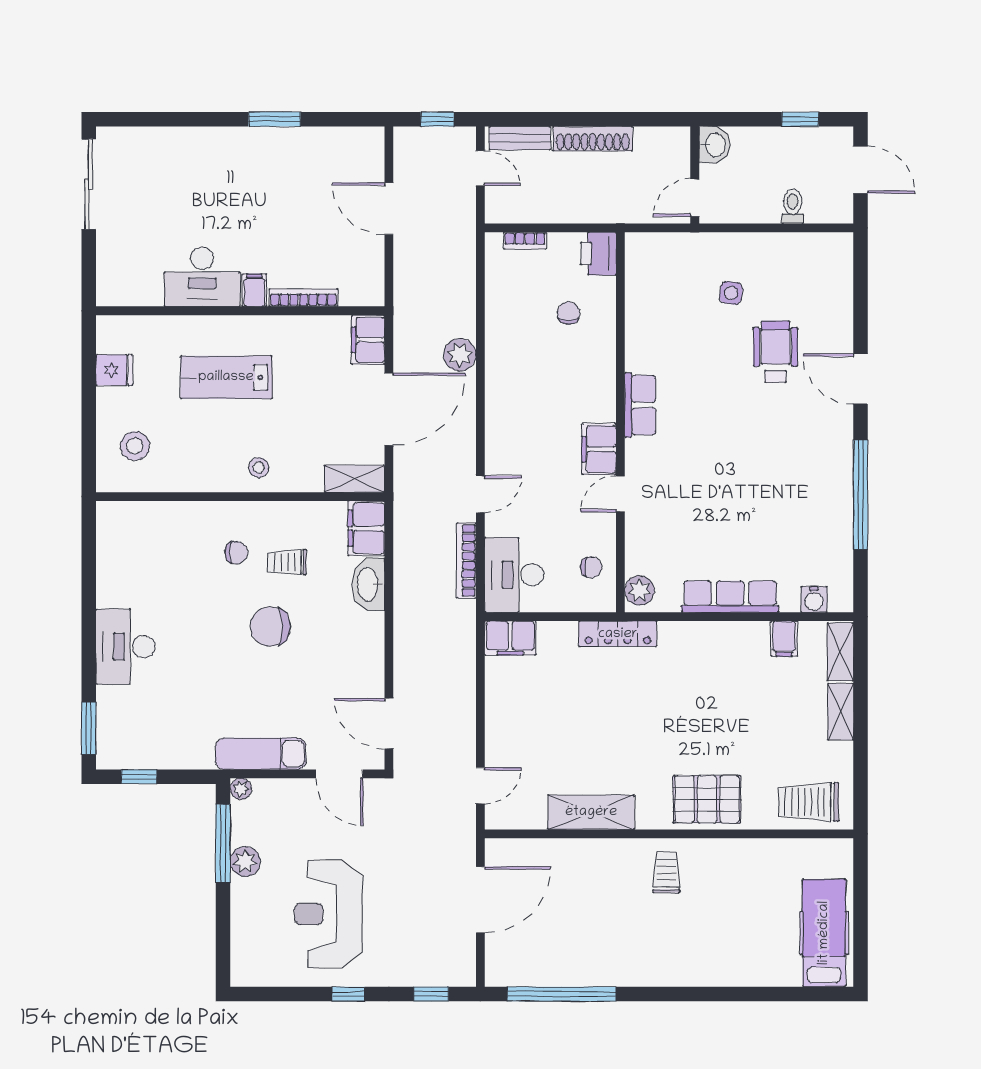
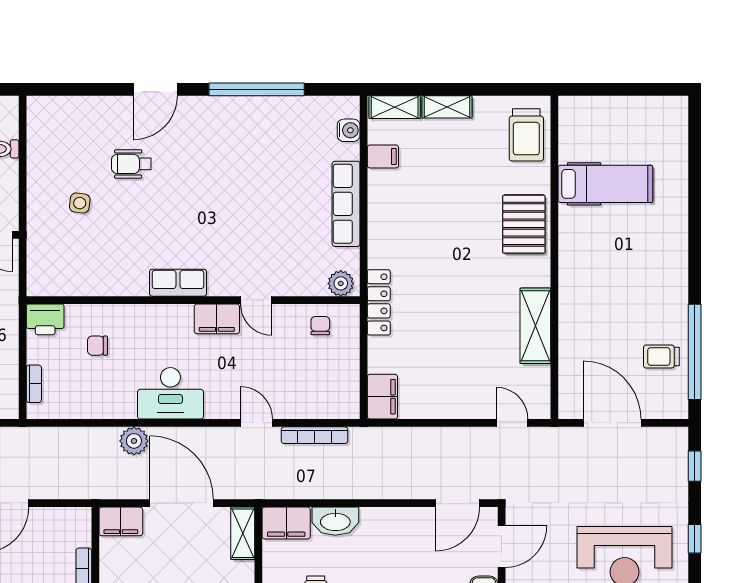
wheelchair: (776, 352) -> (131, 164), width x0.73, depth x0.73
desk: (514, 575) -> (170, 393), moved
trolley: (666, 873) -> (661, 357), moved
hospital bed: (824, 933) -> (605, 184), moved, turned 180

